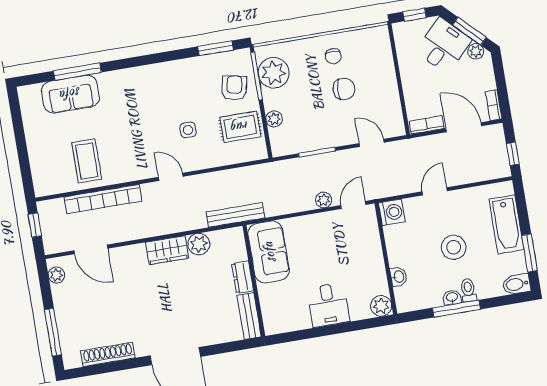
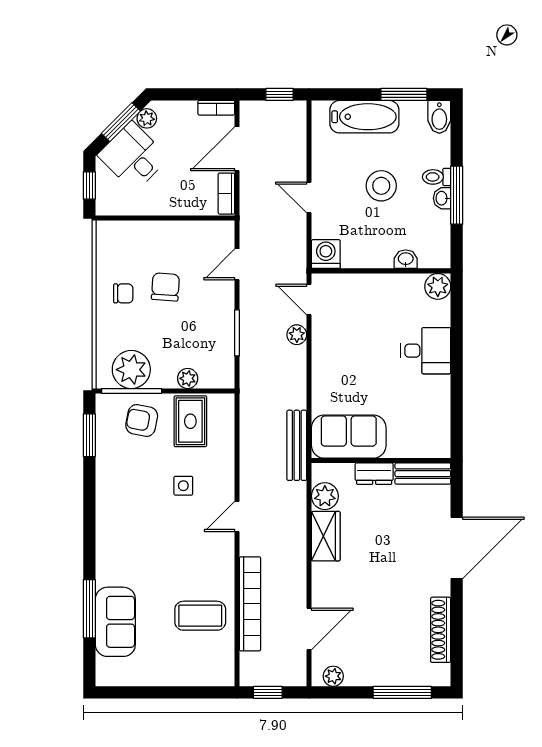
sofa: (269, 252) -> (349, 437), moved
dresser: (242, 277) -> (374, 474), moved
wall: (254, 281) -> (381, 461), moved
bench: (249, 316) -> (423, 474), moved

